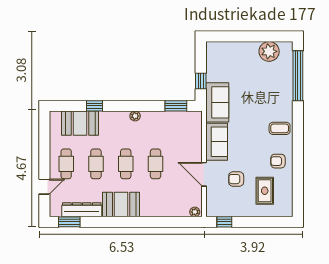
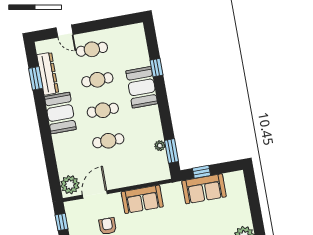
sofa: (217, 102) -> (204, 189), moved
plant: (135, 116) -> (160, 146), moved
booth: (80, 123) -> (142, 87), moved
door: (204, 174) -> (95, 194), moved
plant: (195, 212) -> (70, 185), width x1.87, depth x1.87
window: (69, 222) -> (36, 78), moved

